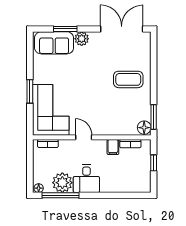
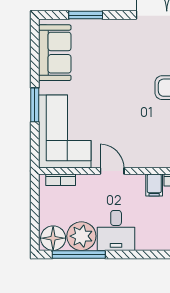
plant: (82, 39) -> (109, 29), removed
sofa: (54, 43) -> (55, 53), moved, turned -90
floor lamp: (39, 188) -> (53, 238), width x1.89, depth x1.89

